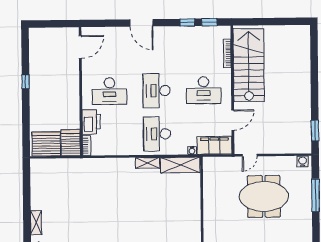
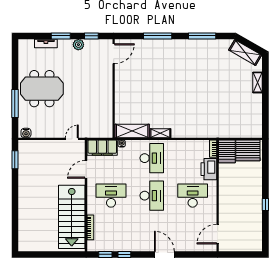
meeting table: (264, 196) -> (42, 89), moved

